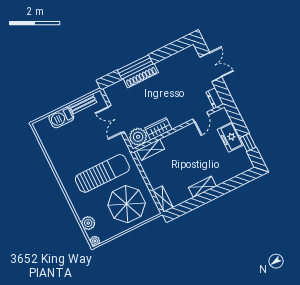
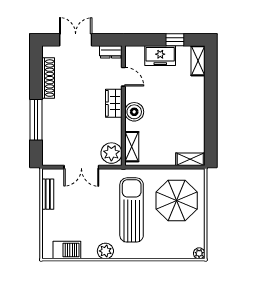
shoe rack: (141, 76) -> (48, 78), moved
barbecue: (61, 117) -> (67, 250), moved, turned -90
wardrobe: (158, 129) -> (114, 103), moved
boiler: (178, 139) -> (134, 112), added
shelving: (202, 187) -> (198, 61), moved
plant: (88, 223) -> (105, 251), moved

